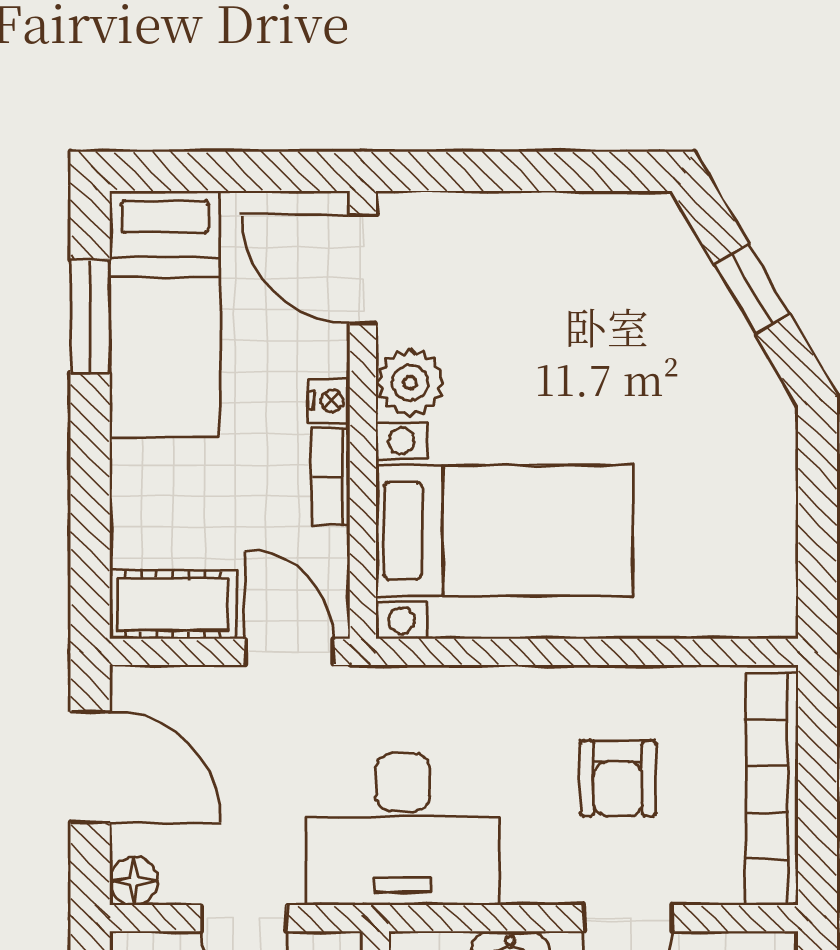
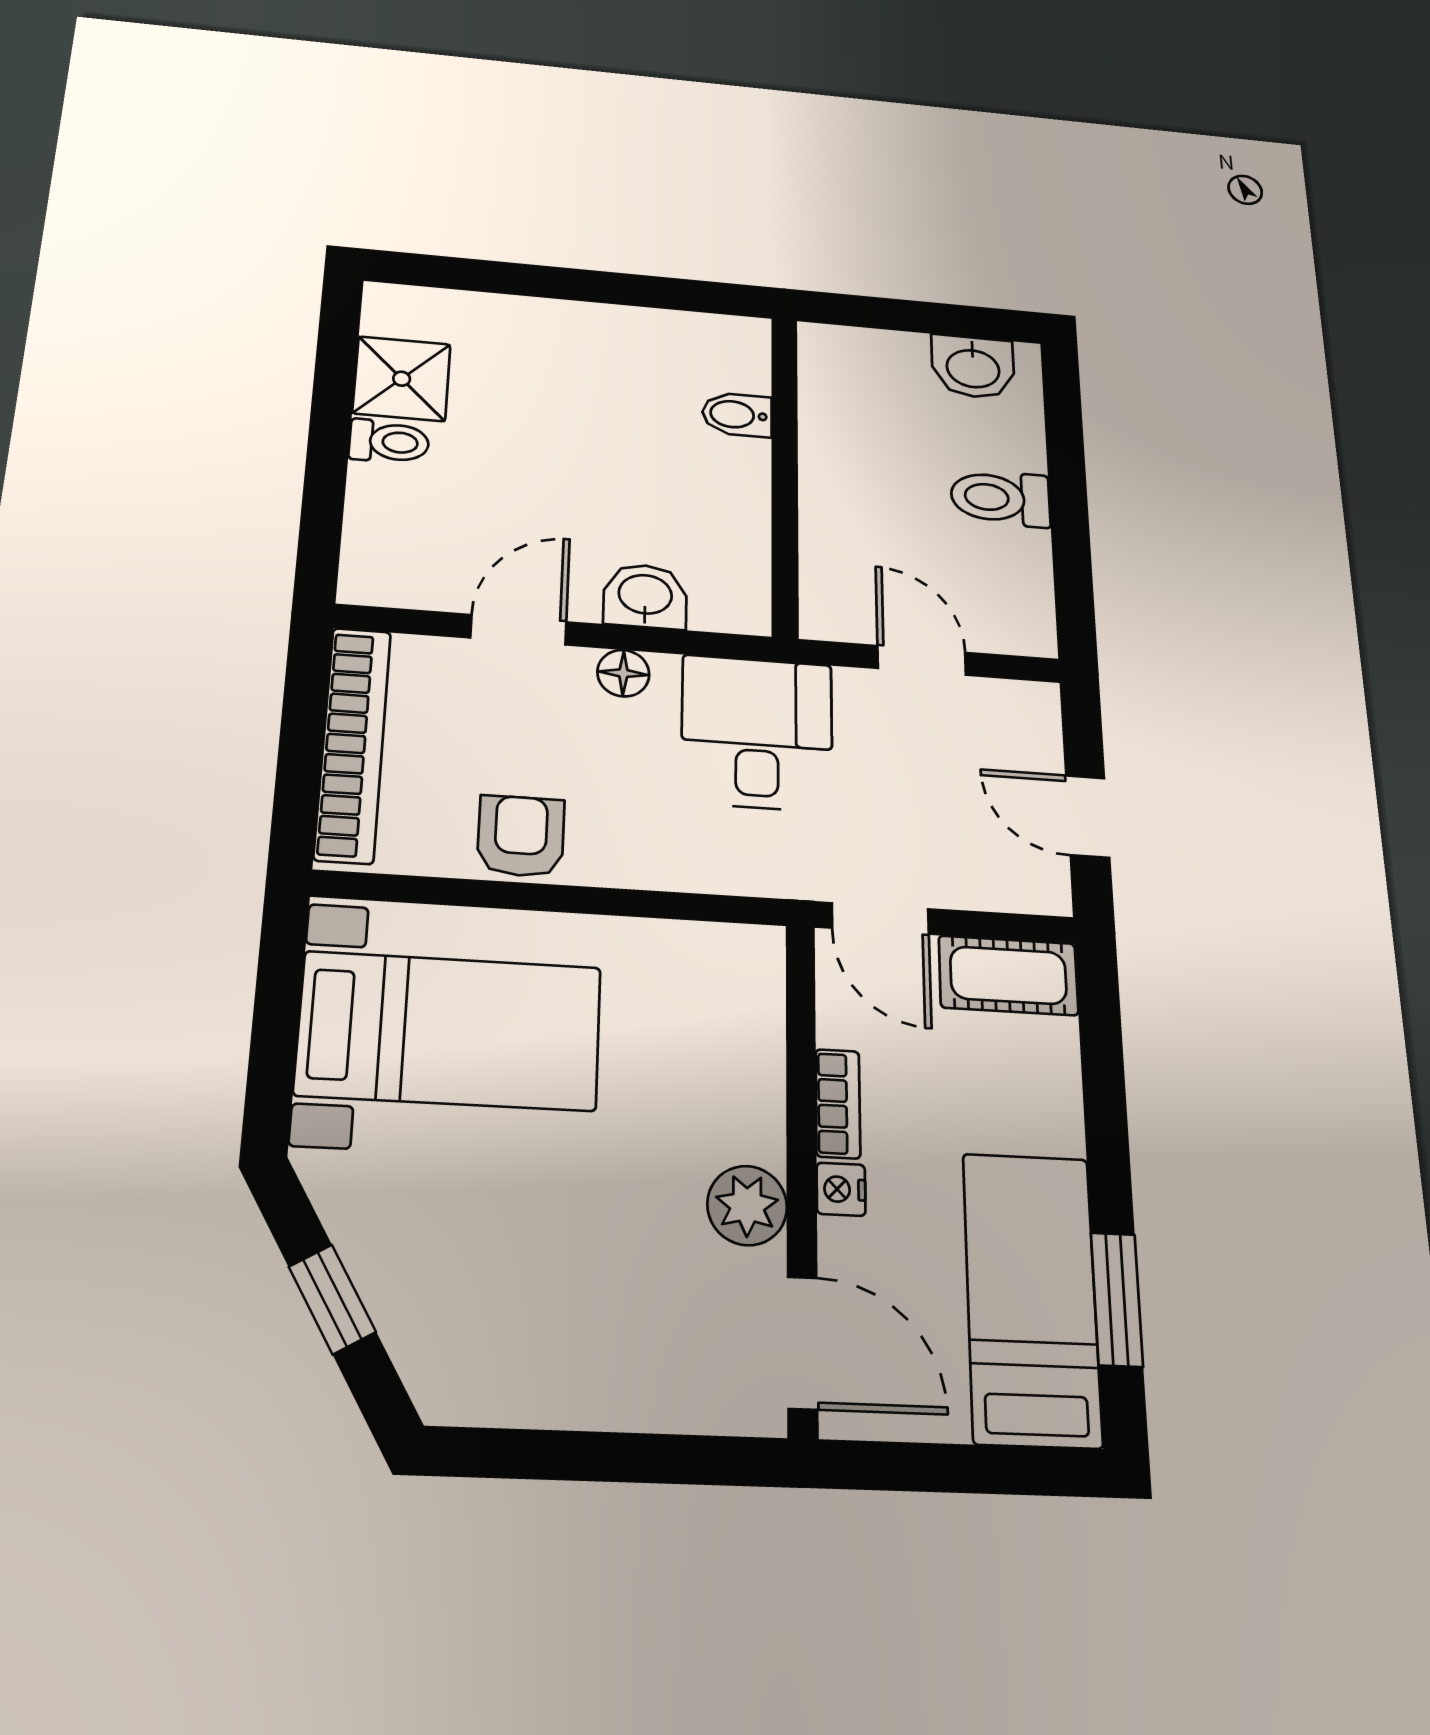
bed with nightstands: (504, 531) -> (450, 1031), moved, turned 180
door: (90, 767) -> (1088, 816), width x0.73
armchair: (618, 778) -> (521, 836), moved
desk: (403, 829) -> (757, 733), width x0.73
floor lamp: (134, 881) -> (623, 673), moved

